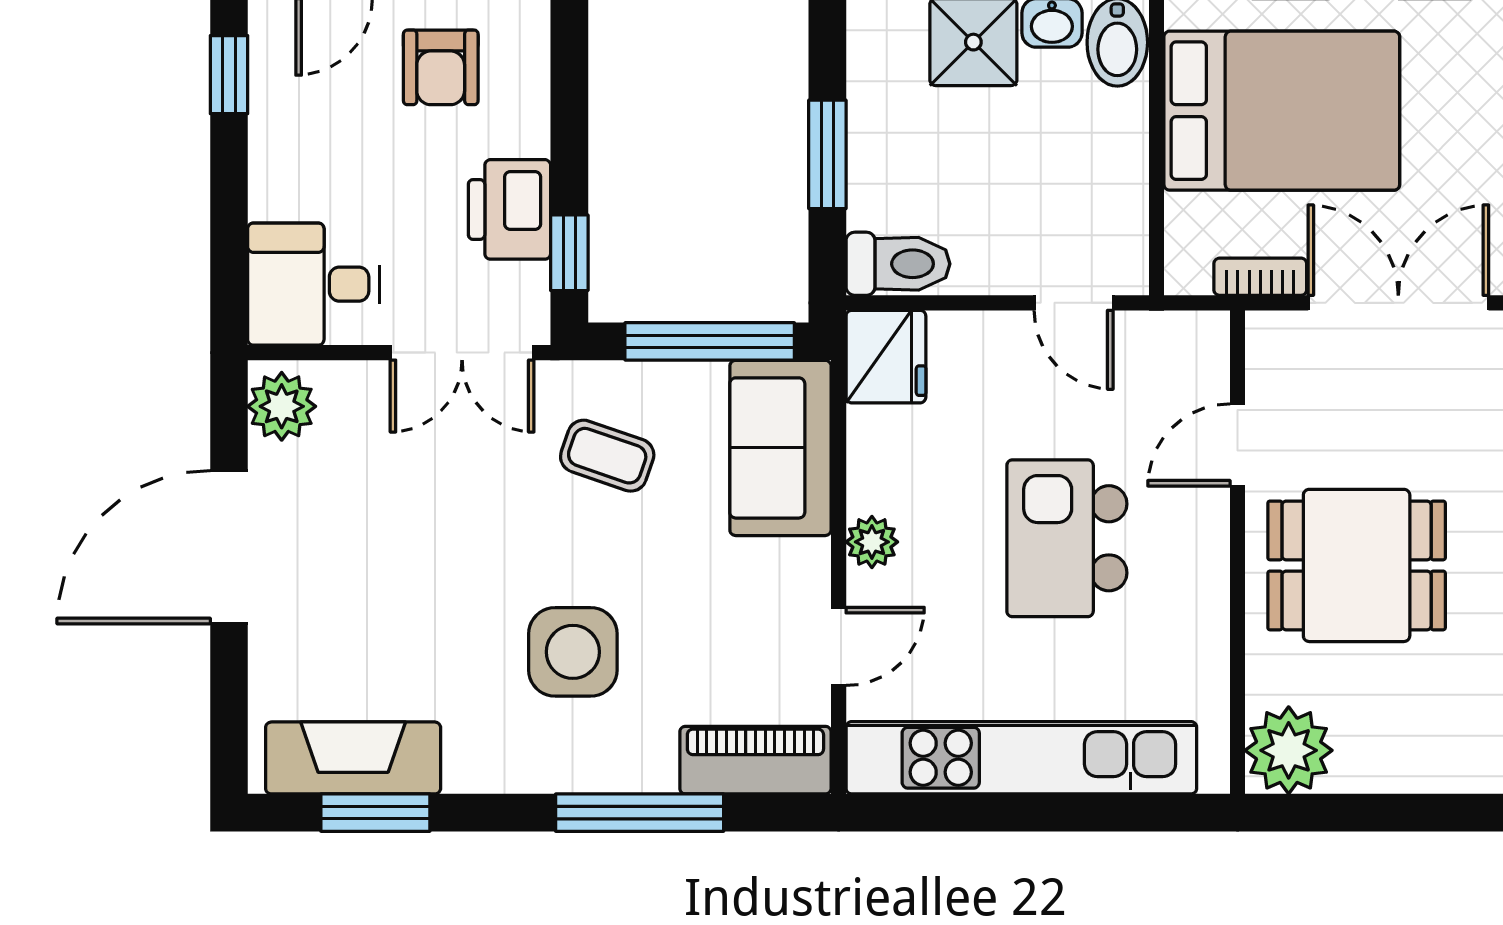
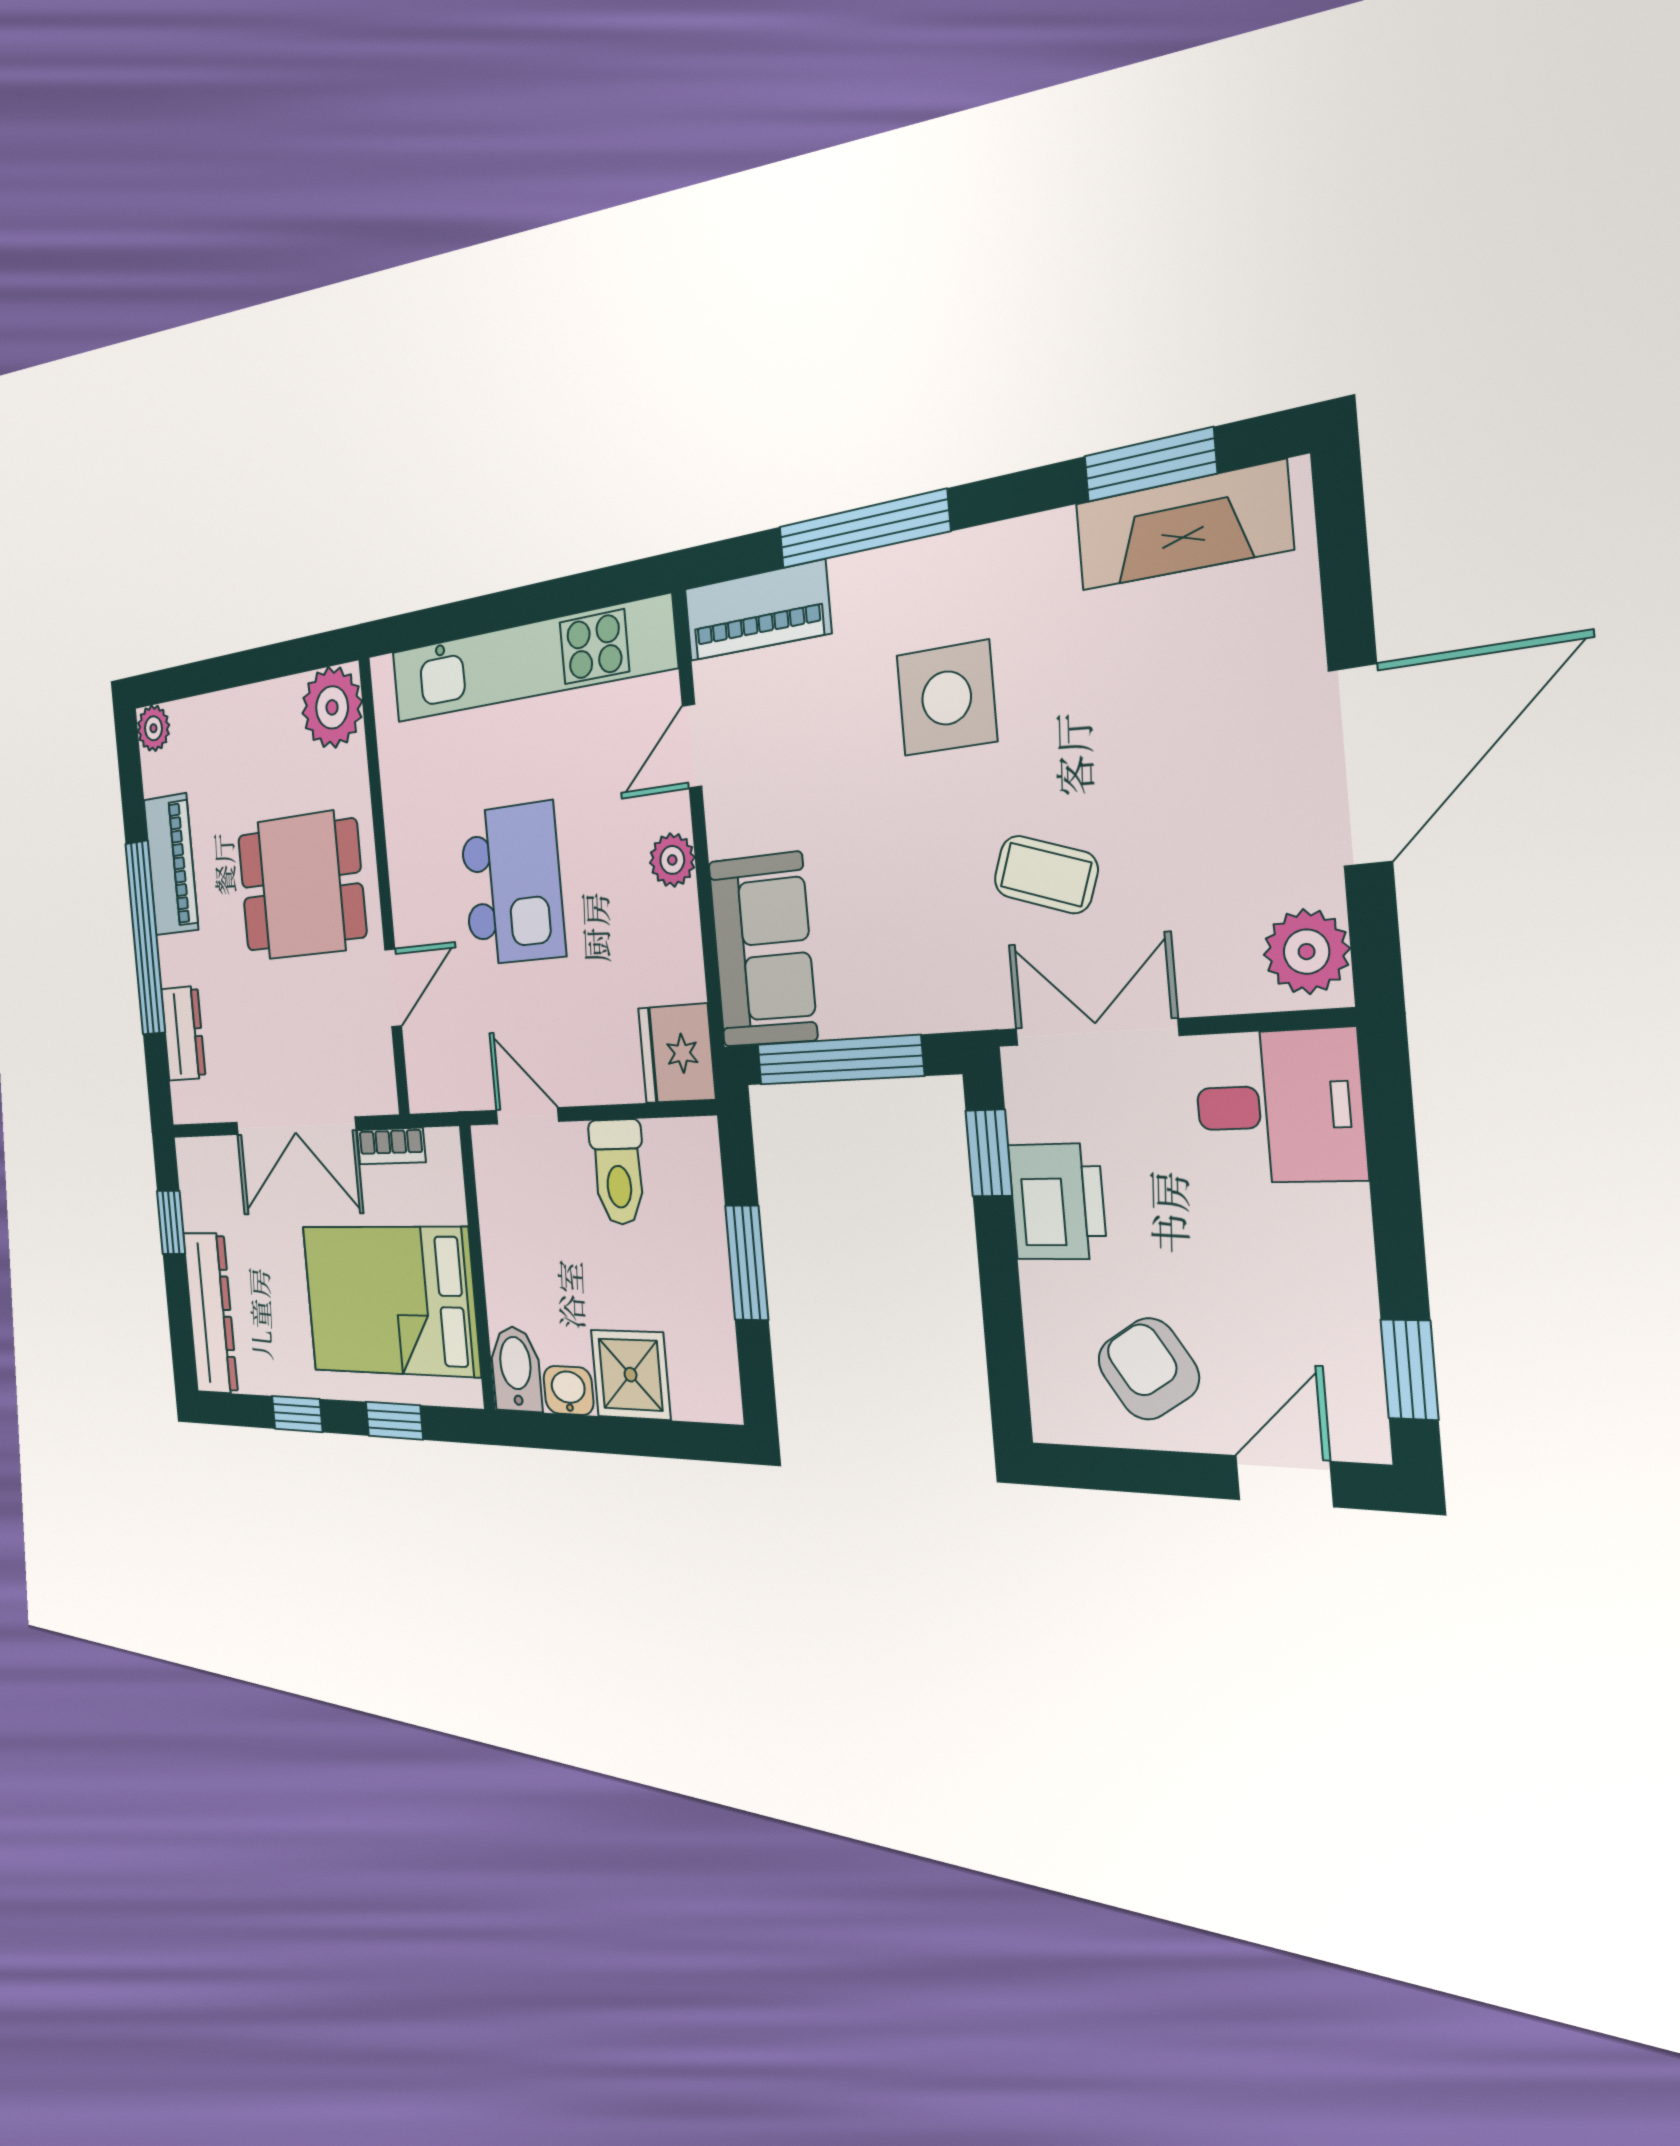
armchair: (441, 67) -> (1148, 1369), turned -33
toilet: (898, 264) -> (618, 1172), moved, turned -90
coffee table: (607, 456) -> (1046, 874), moved

